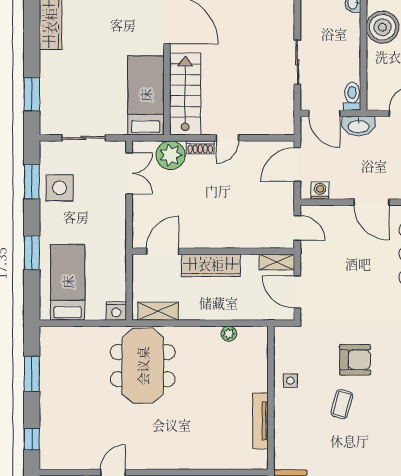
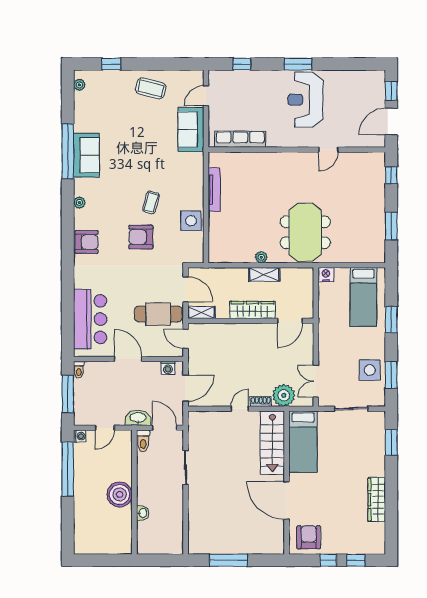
cafe table: (333, 260) -> (158, 314), added
shelving: (158, 311) -> (264, 275), moved
plant: (229, 334) -> (261, 257), moved
side table: (290, 381) -> (191, 221), width x1.87, depth x1.87

